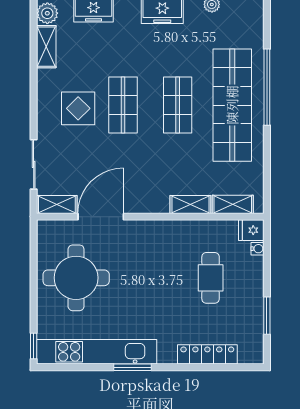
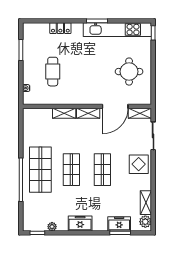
shop shelf: (232, 105) -> (40, 170), width x0.71
display table: (78, 108) -> (139, 164), moved
shelving: (233, 204) -> (88, 113), moved
fridge: (251, 230) -> (30, 99), removed
round table: (76, 278) -> (129, 72), width x0.73, depth x0.73
locker: (207, 354) -> (60, 28), width x0.66

